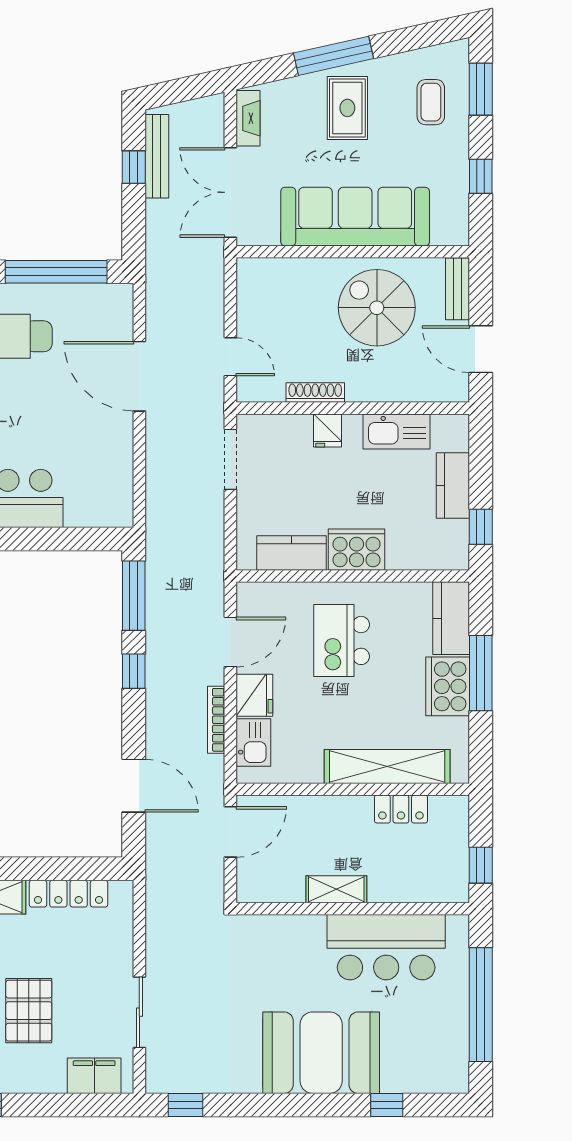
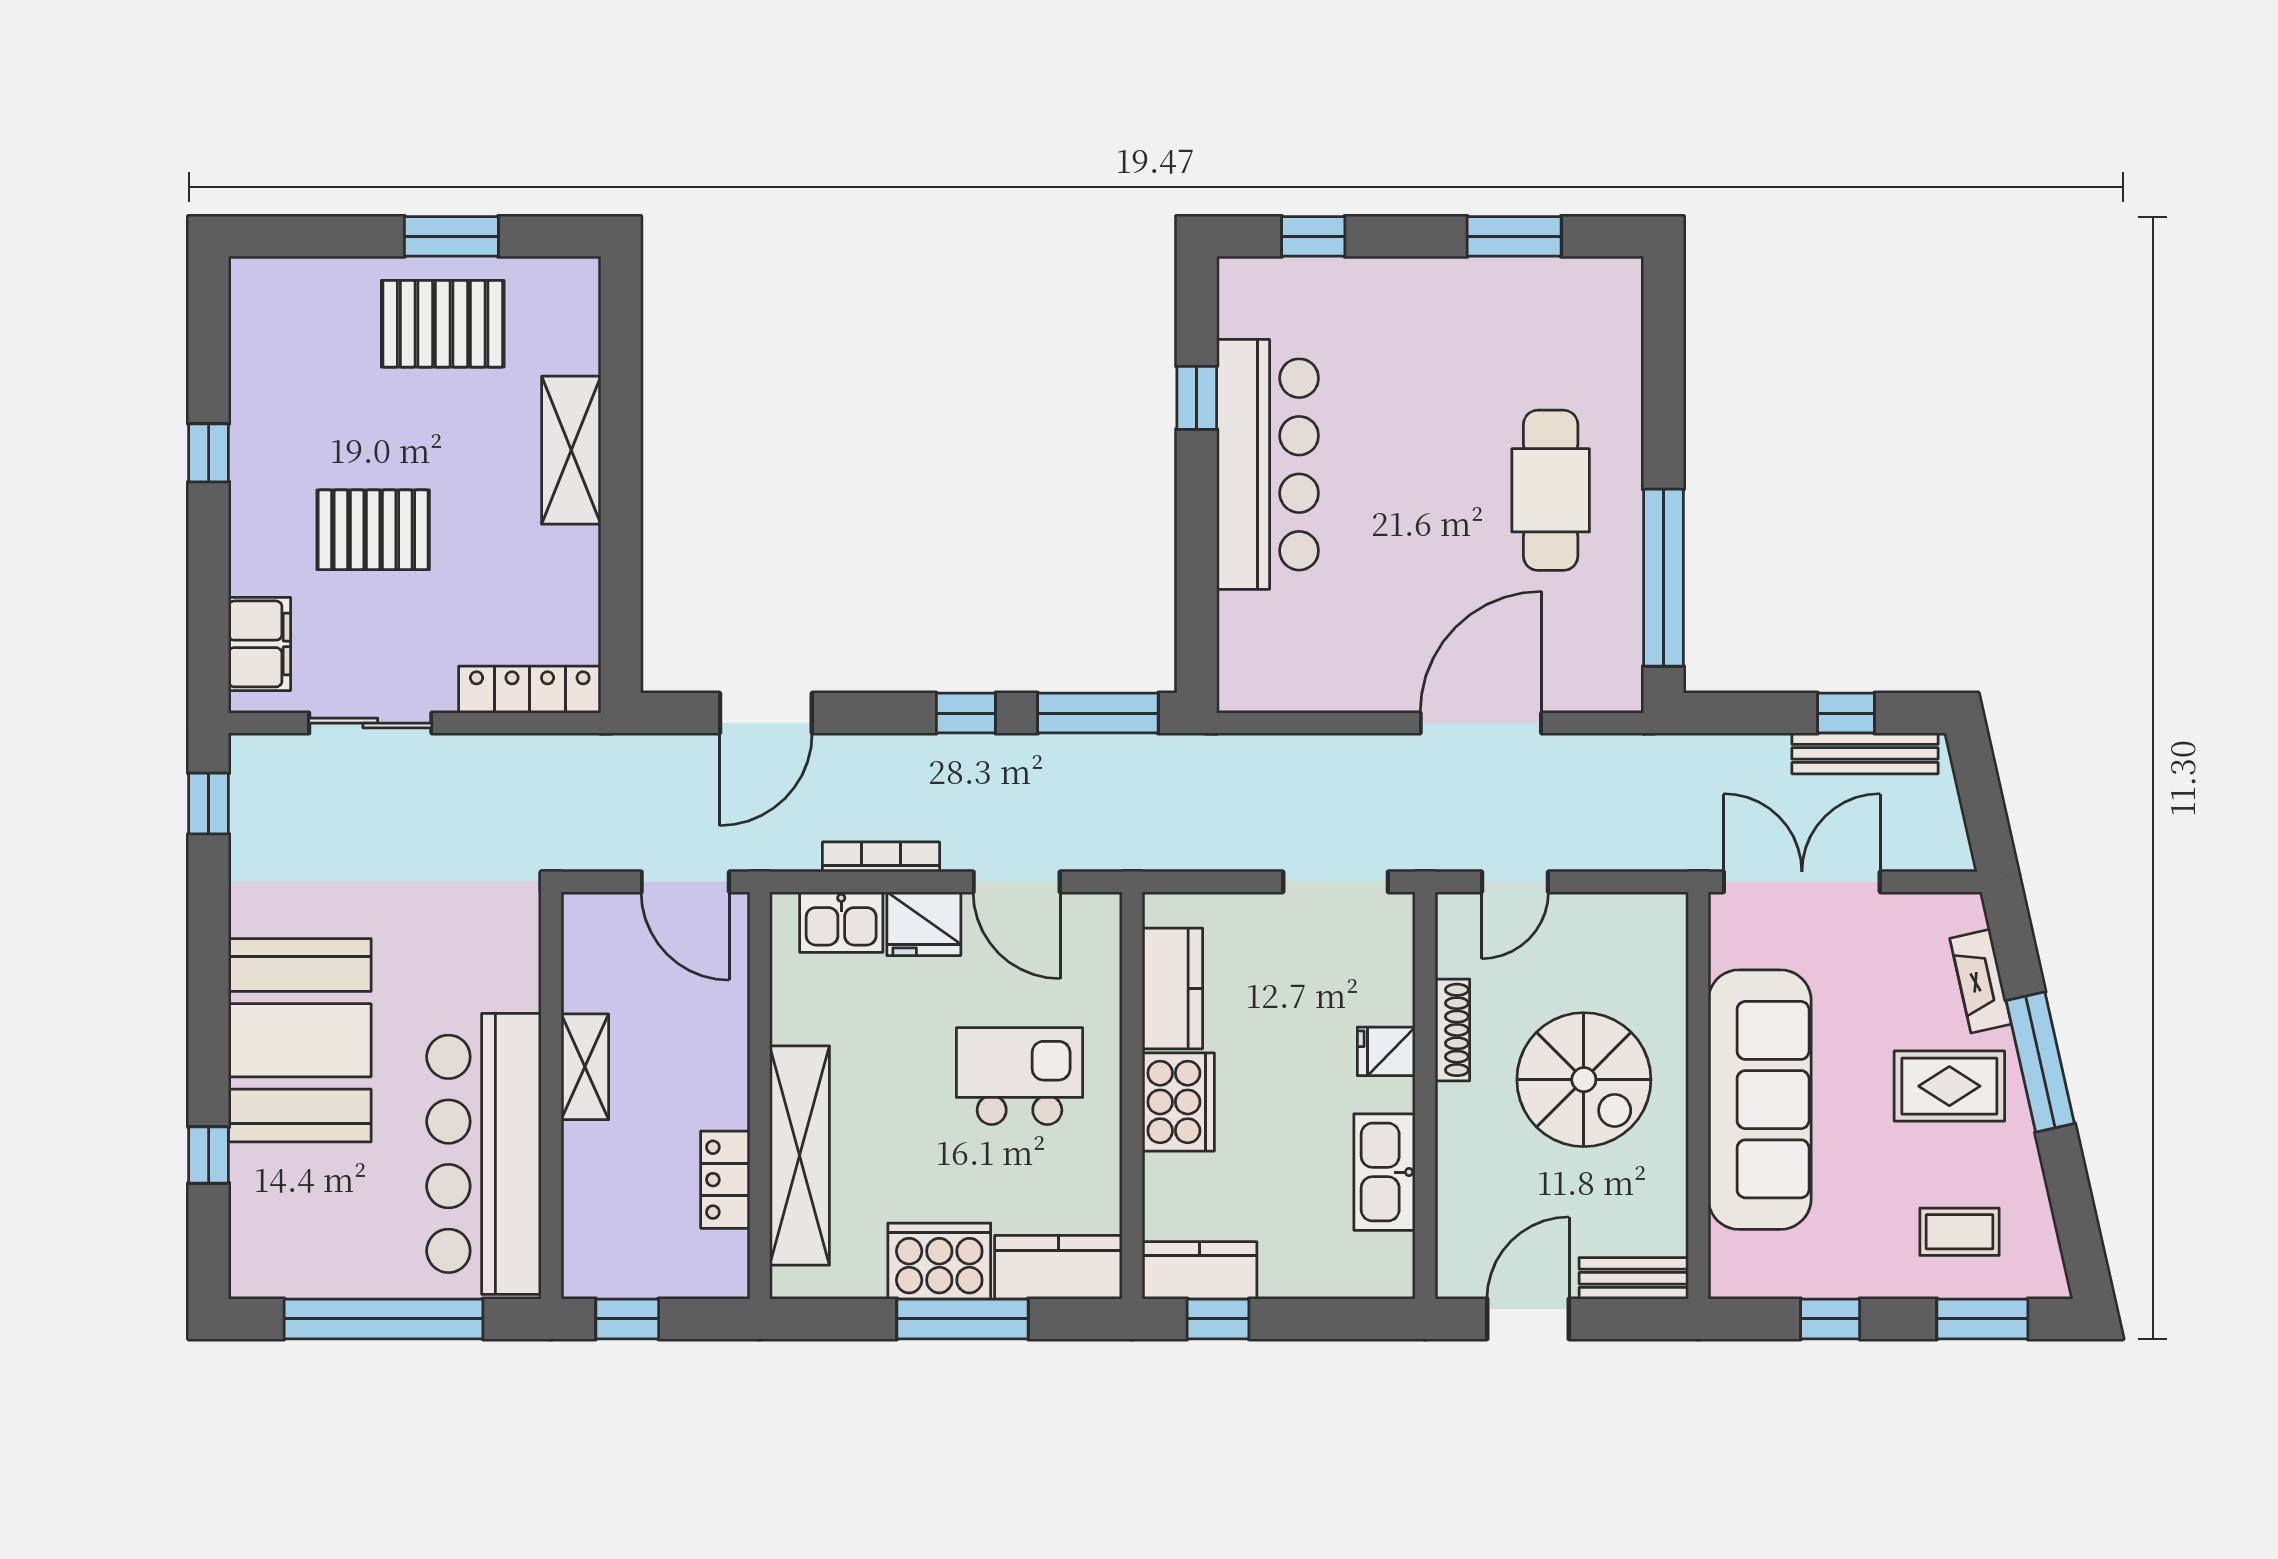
fireplace: (248, 118) -> (1981, 981), moved, turned 77
spiral stairs: (377, 308) -> (1584, 1080), moved, turned 90
kitchen counter: (453, 485) -> (1199, 1270), moved
locker: (69, 894) -> (530, 690), moved, turned 90
bar counter: (386, 947) -> (484, 1154), width x1.36

